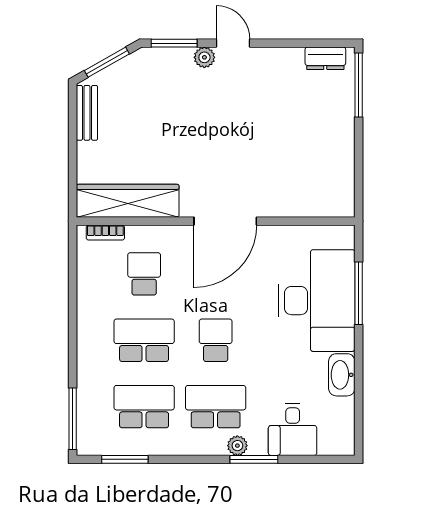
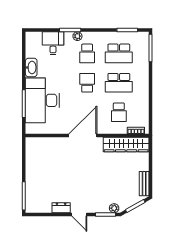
plant: (204, 57) -> (114, 208), moved
dresser: (325, 58) -> (61, 208), moved
school desk: (216, 340) -> (87, 83), turned 180
school desk: (216, 407) -> (87, 53), width x0.54

